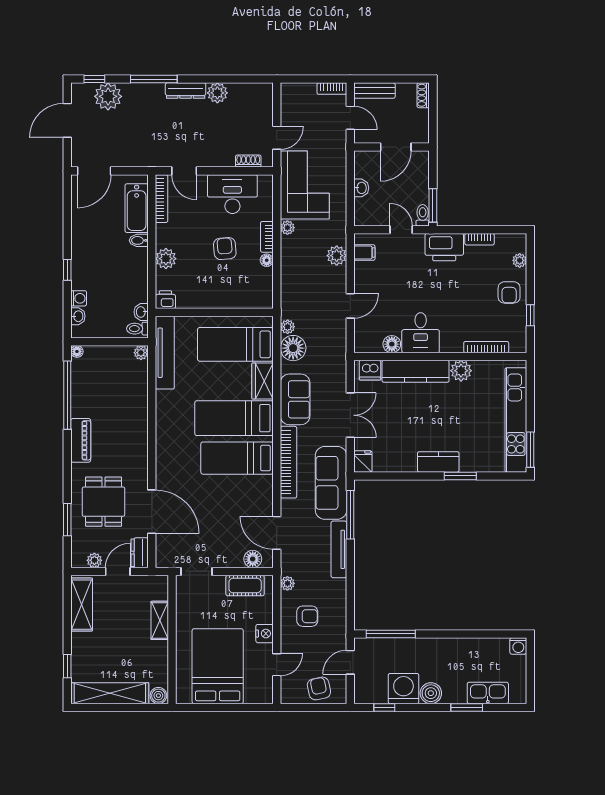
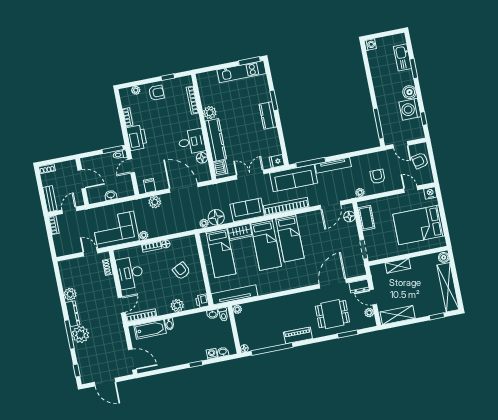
plant: (108, 96) -> (80, 334), moved
armchair: (225, 249) -> (181, 271), moved, turned 68
door: (350, 306) -> (184, 188), width x1.88
kitchen unit: (516, 420) -> (242, 72), width x0.73
nightstand: (265, 634) -> (430, 193), moved

